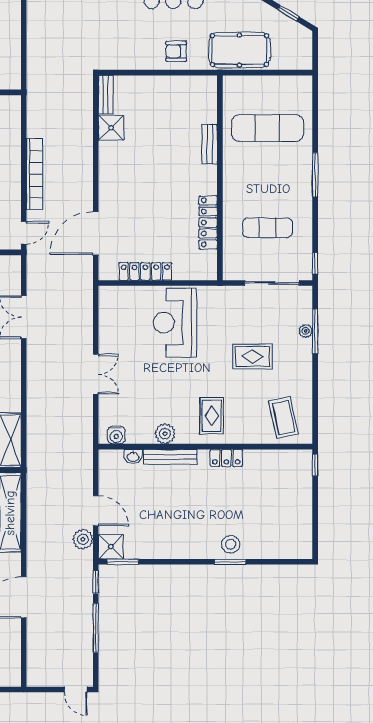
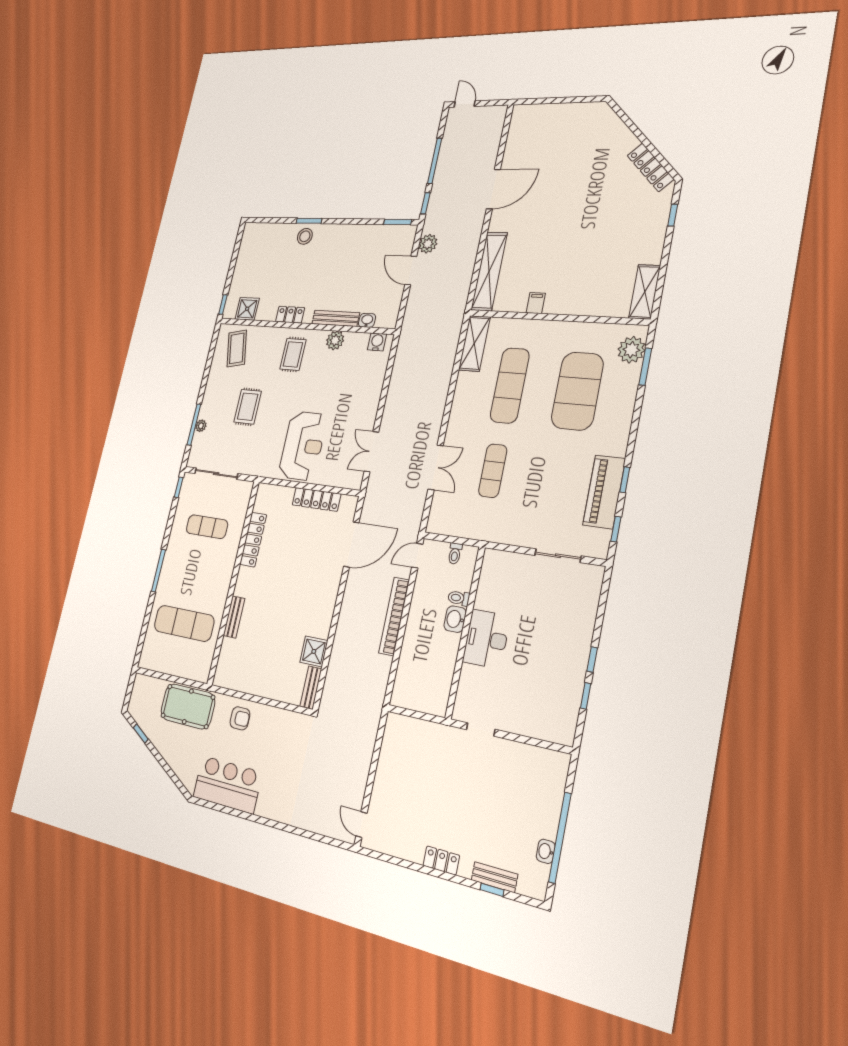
rug: (252, 356) -> (248, 407), turned 90
double door: (96, 374) -> (371, 452), moved
shower: (111, 547) -> (247, 309), moved

